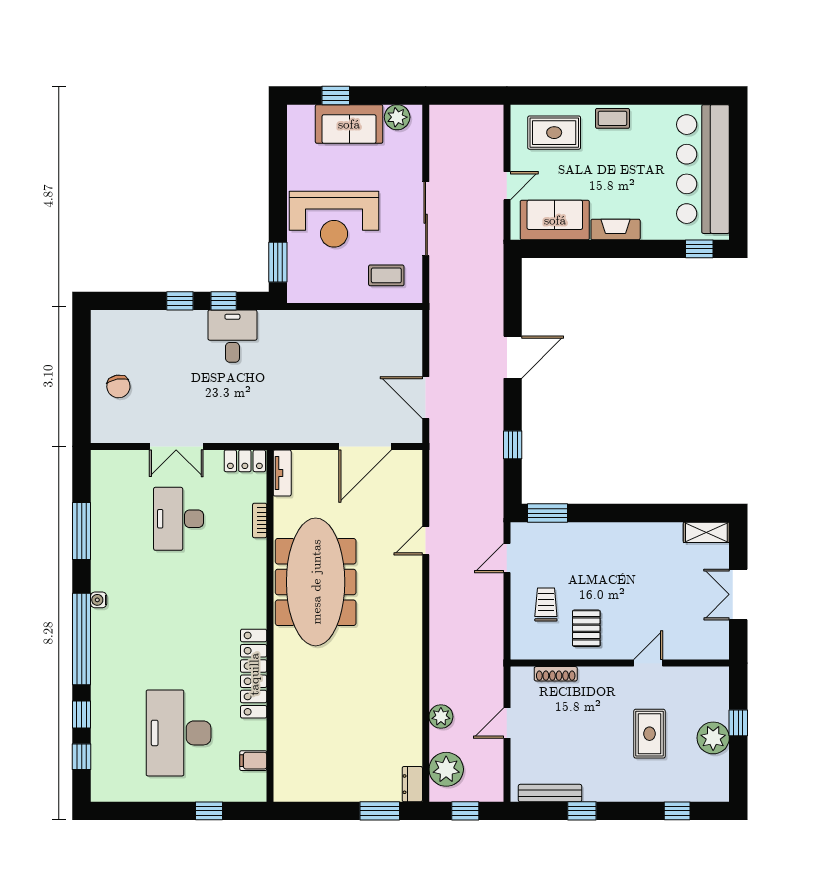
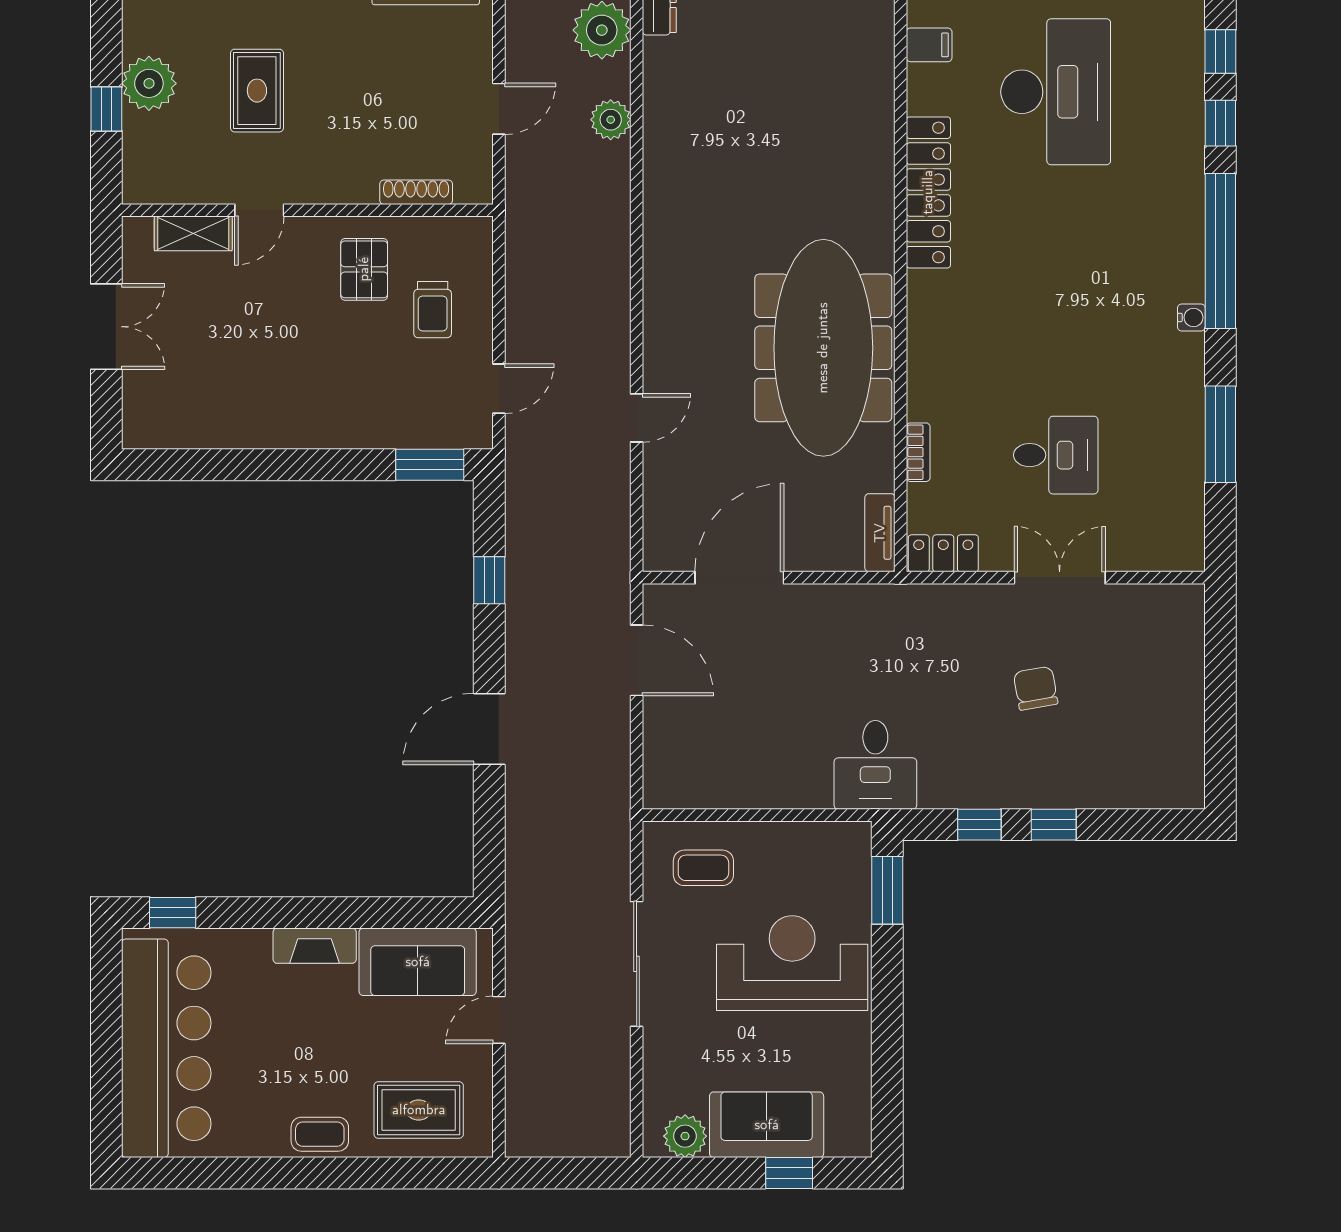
desk: (232, 336) -> (875, 765), moved
chair: (118, 386) -> (1036, 688), moved
desk: (179, 519) -> (1056, 455), width x0.73
shelving: (706, 532) -> (193, 233), moved

